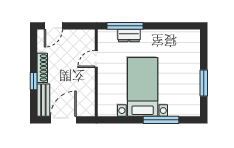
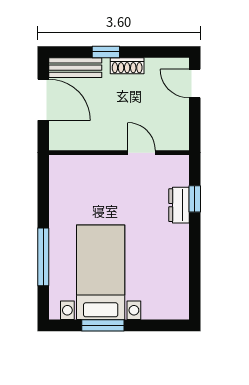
window: (125, 26) -> (195, 199), width x0.46
shoe rack: (42, 68) -> (127, 66), width x0.70
bed with nightstands: (143, 87) -> (101, 272), moved, turned -90

